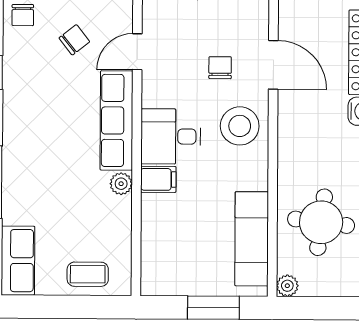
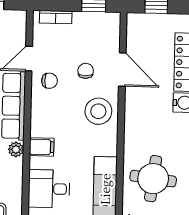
chair: (168, 83) -> (49, 81), added
desk: (171, 136) -> (49, 189), moved

